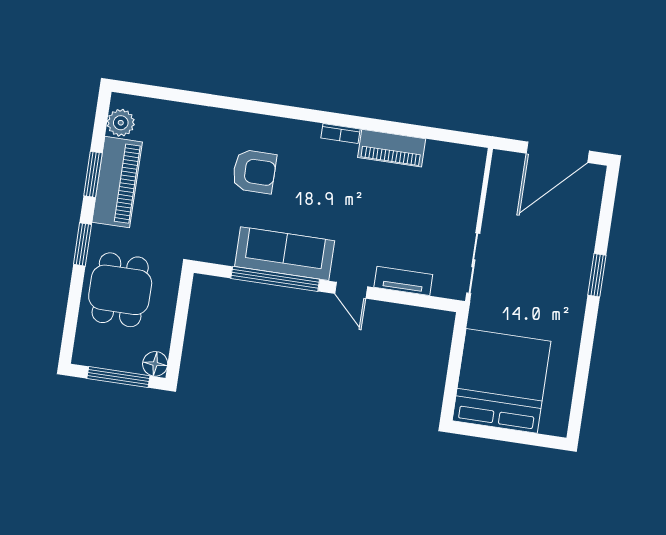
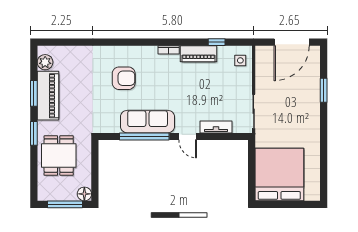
window: (427, 133) -> (217, 42), added
side table: (463, 171) -> (240, 60), added
window: (597, 275) -> (324, 90), moved

